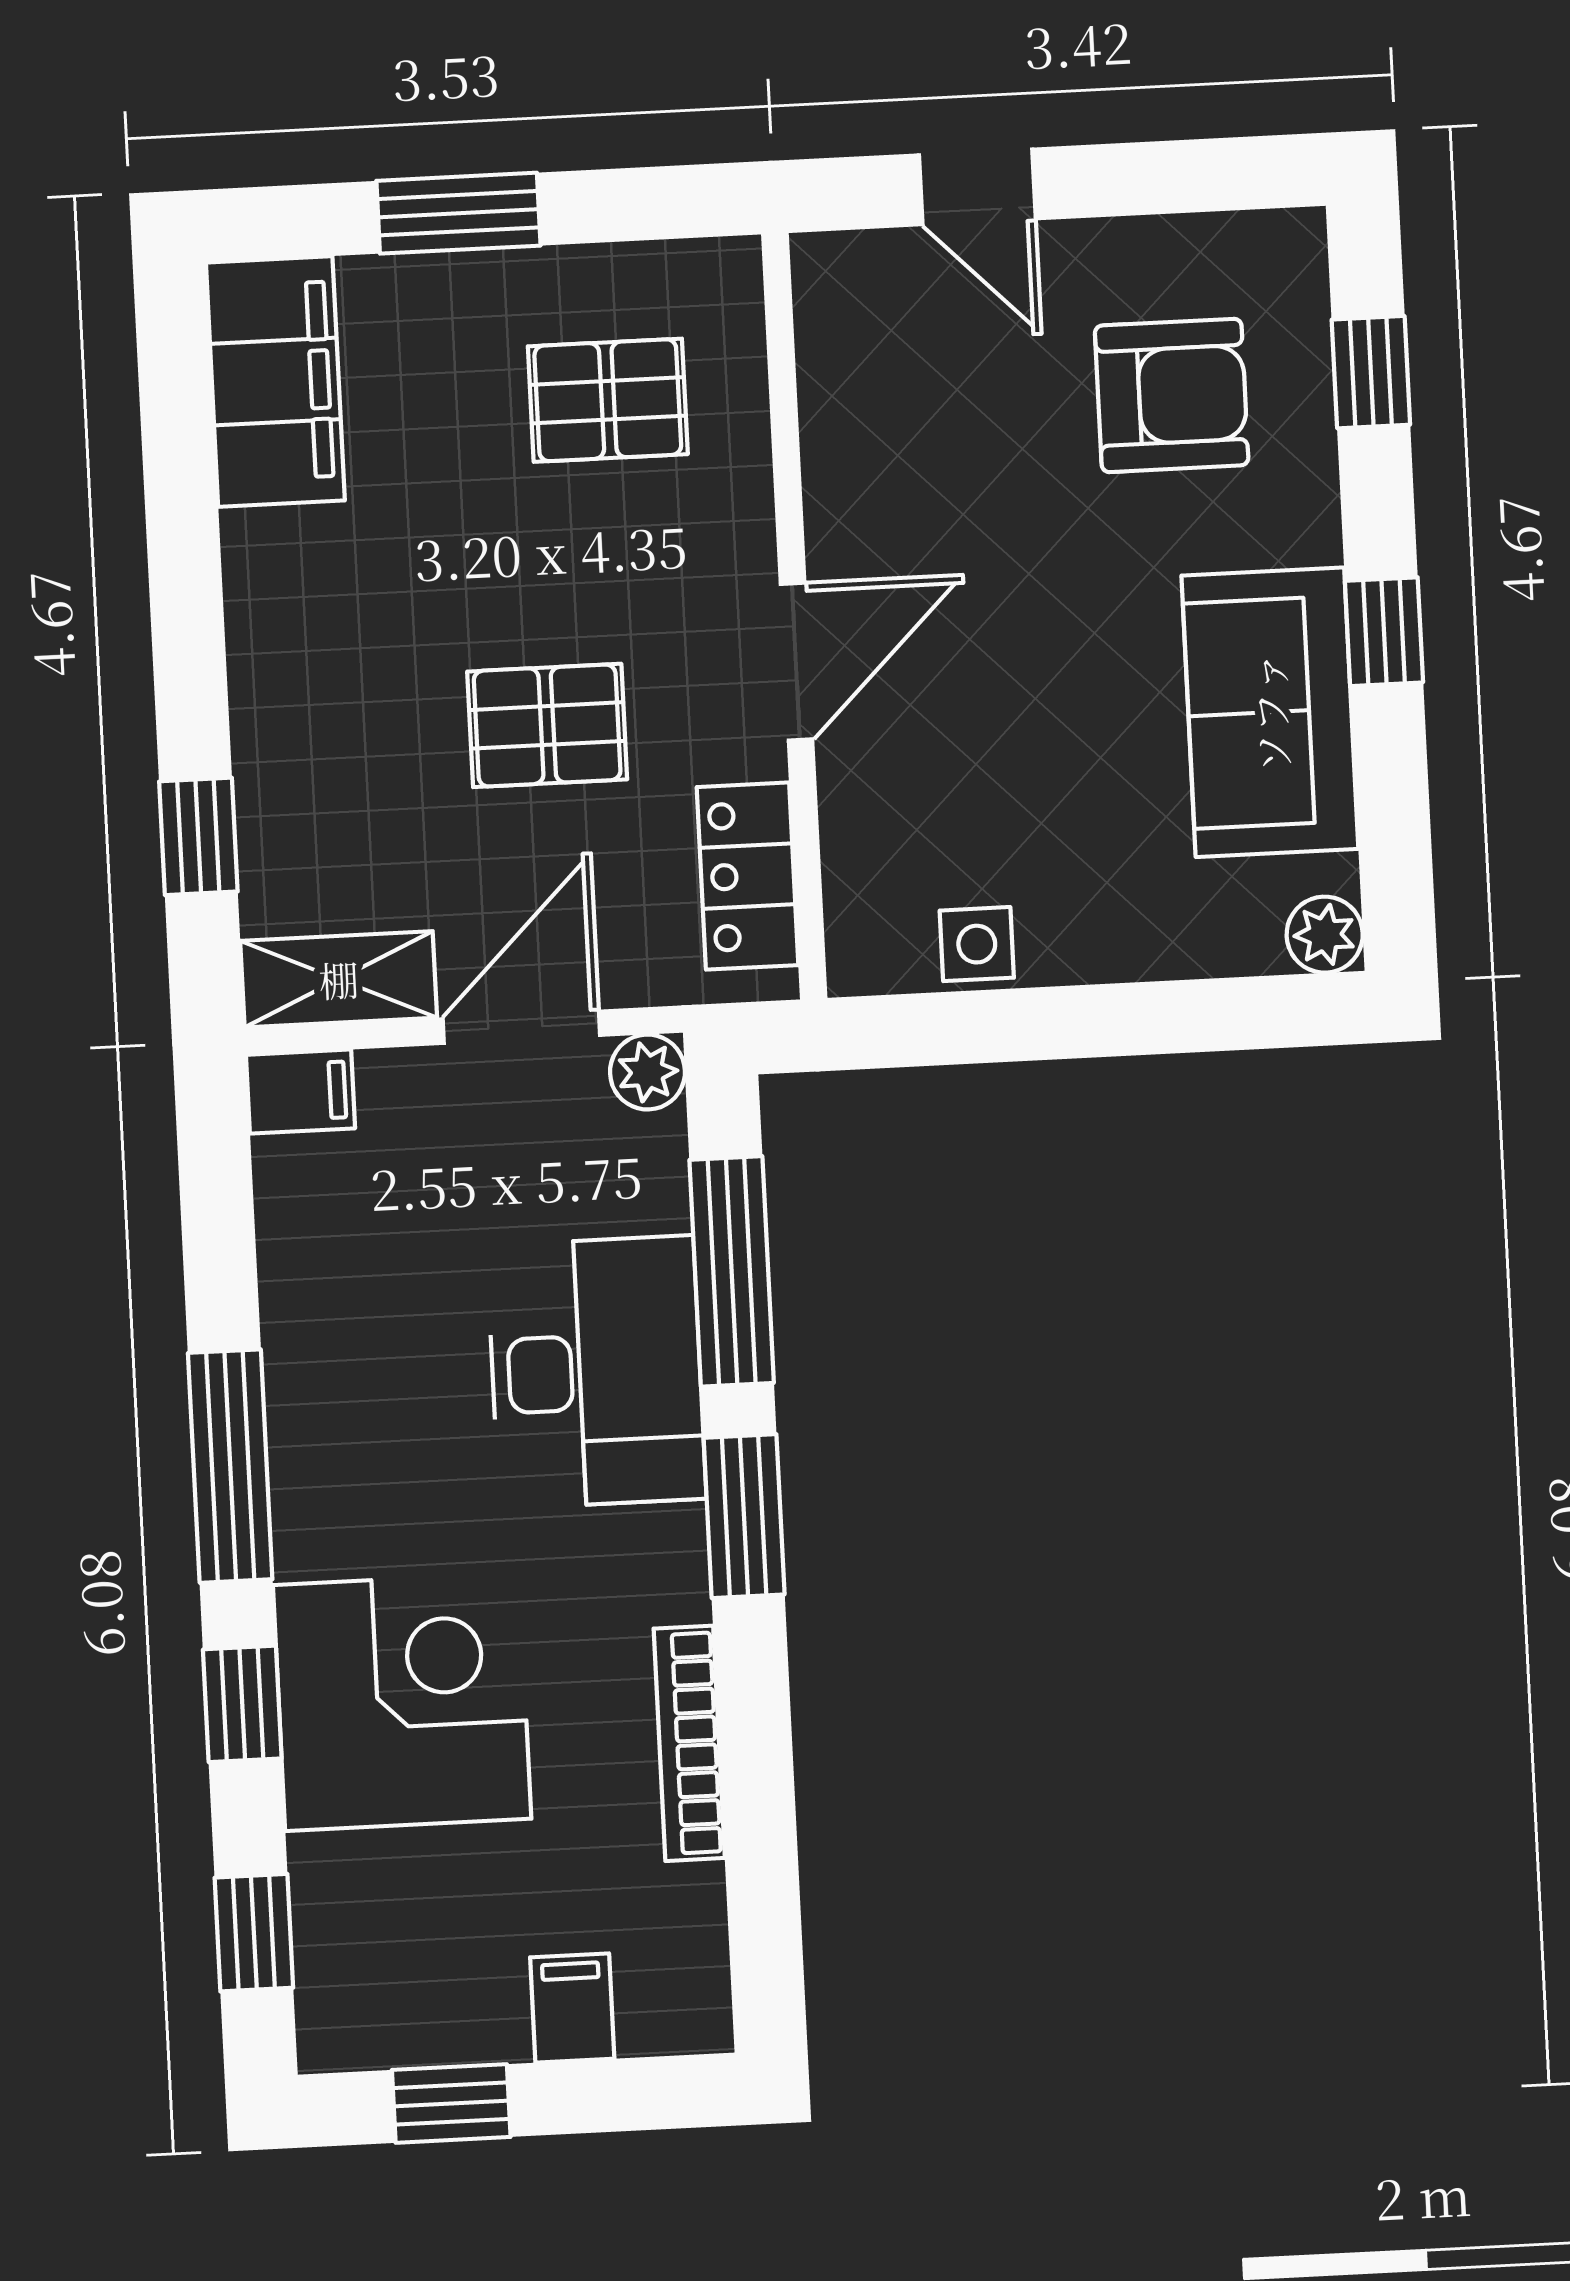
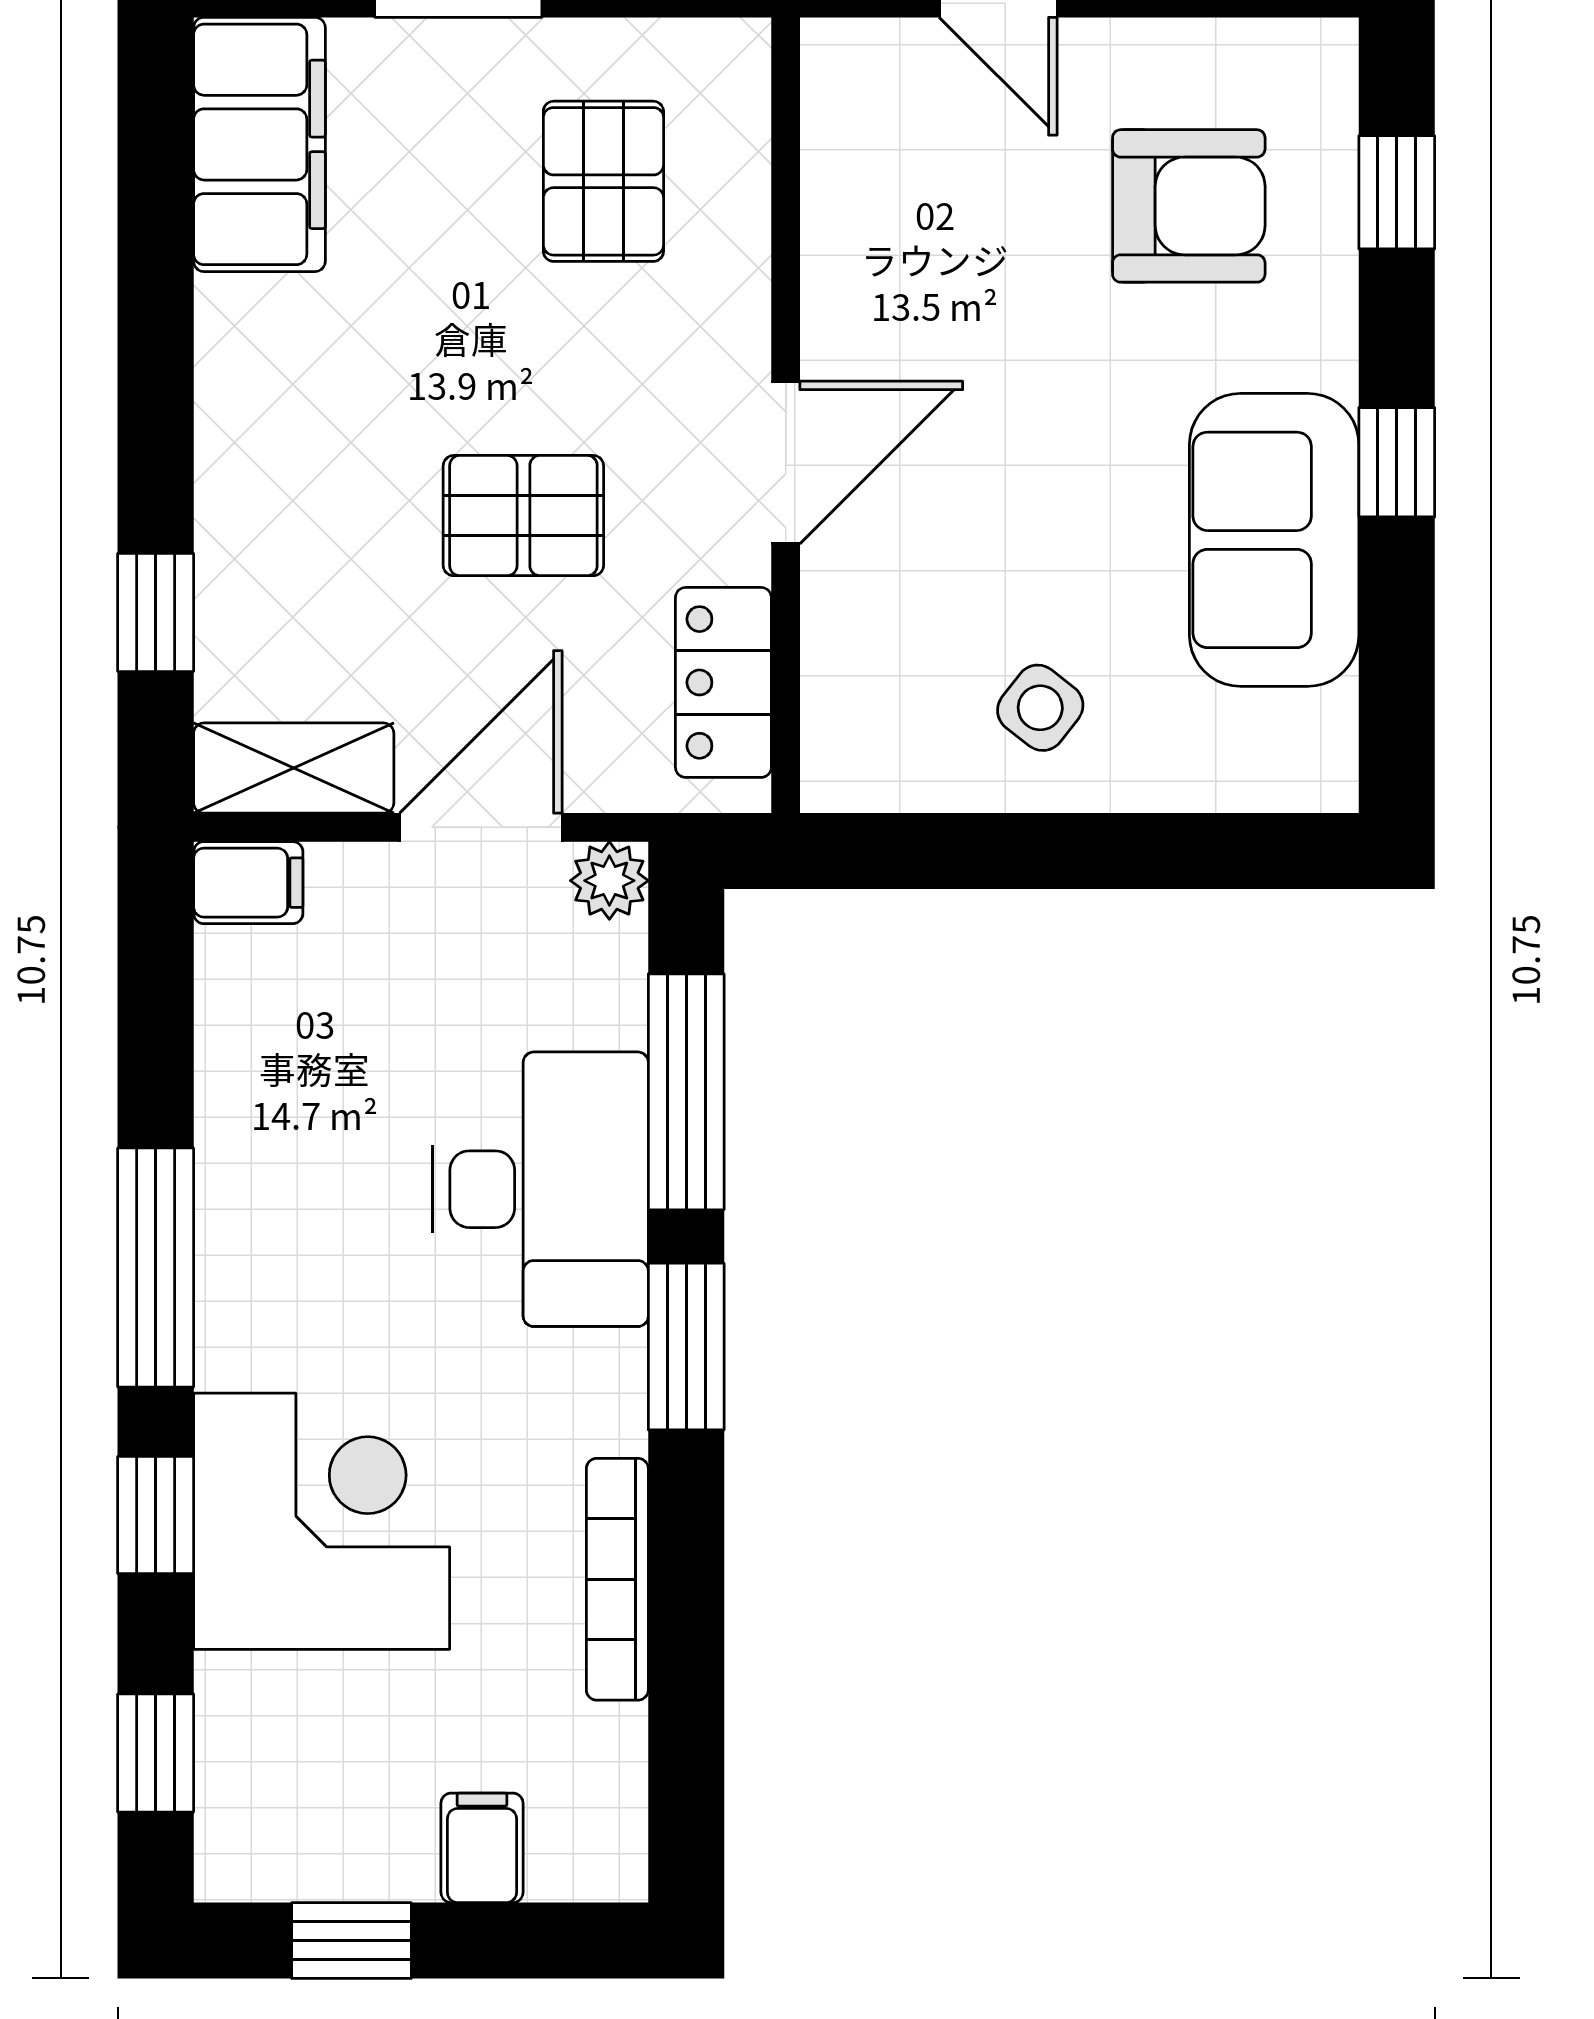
pallet: (608, 400) -> (603, 181), turned 90
plant: (1325, 935) -> (1319, 774), removed
side table: (977, 944) -> (1040, 708), moved, turned 38

